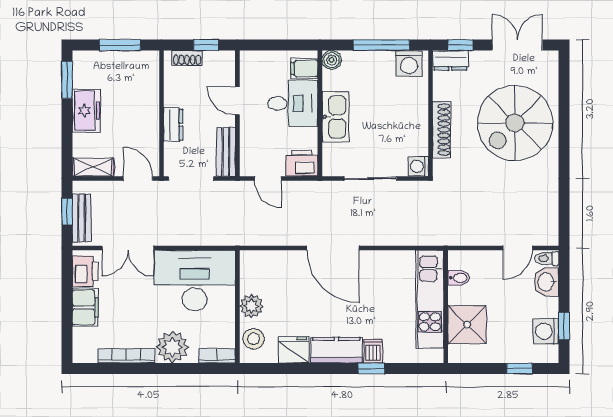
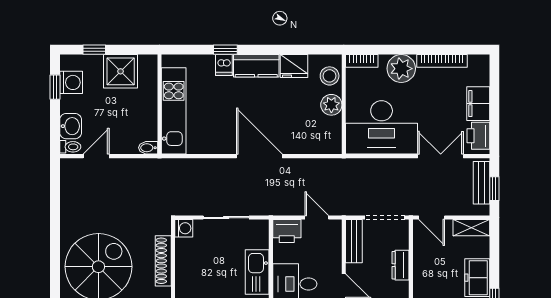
bidet: (459, 278) -> (148, 148), moved
shower: (467, 325) -> (121, 71), moved

